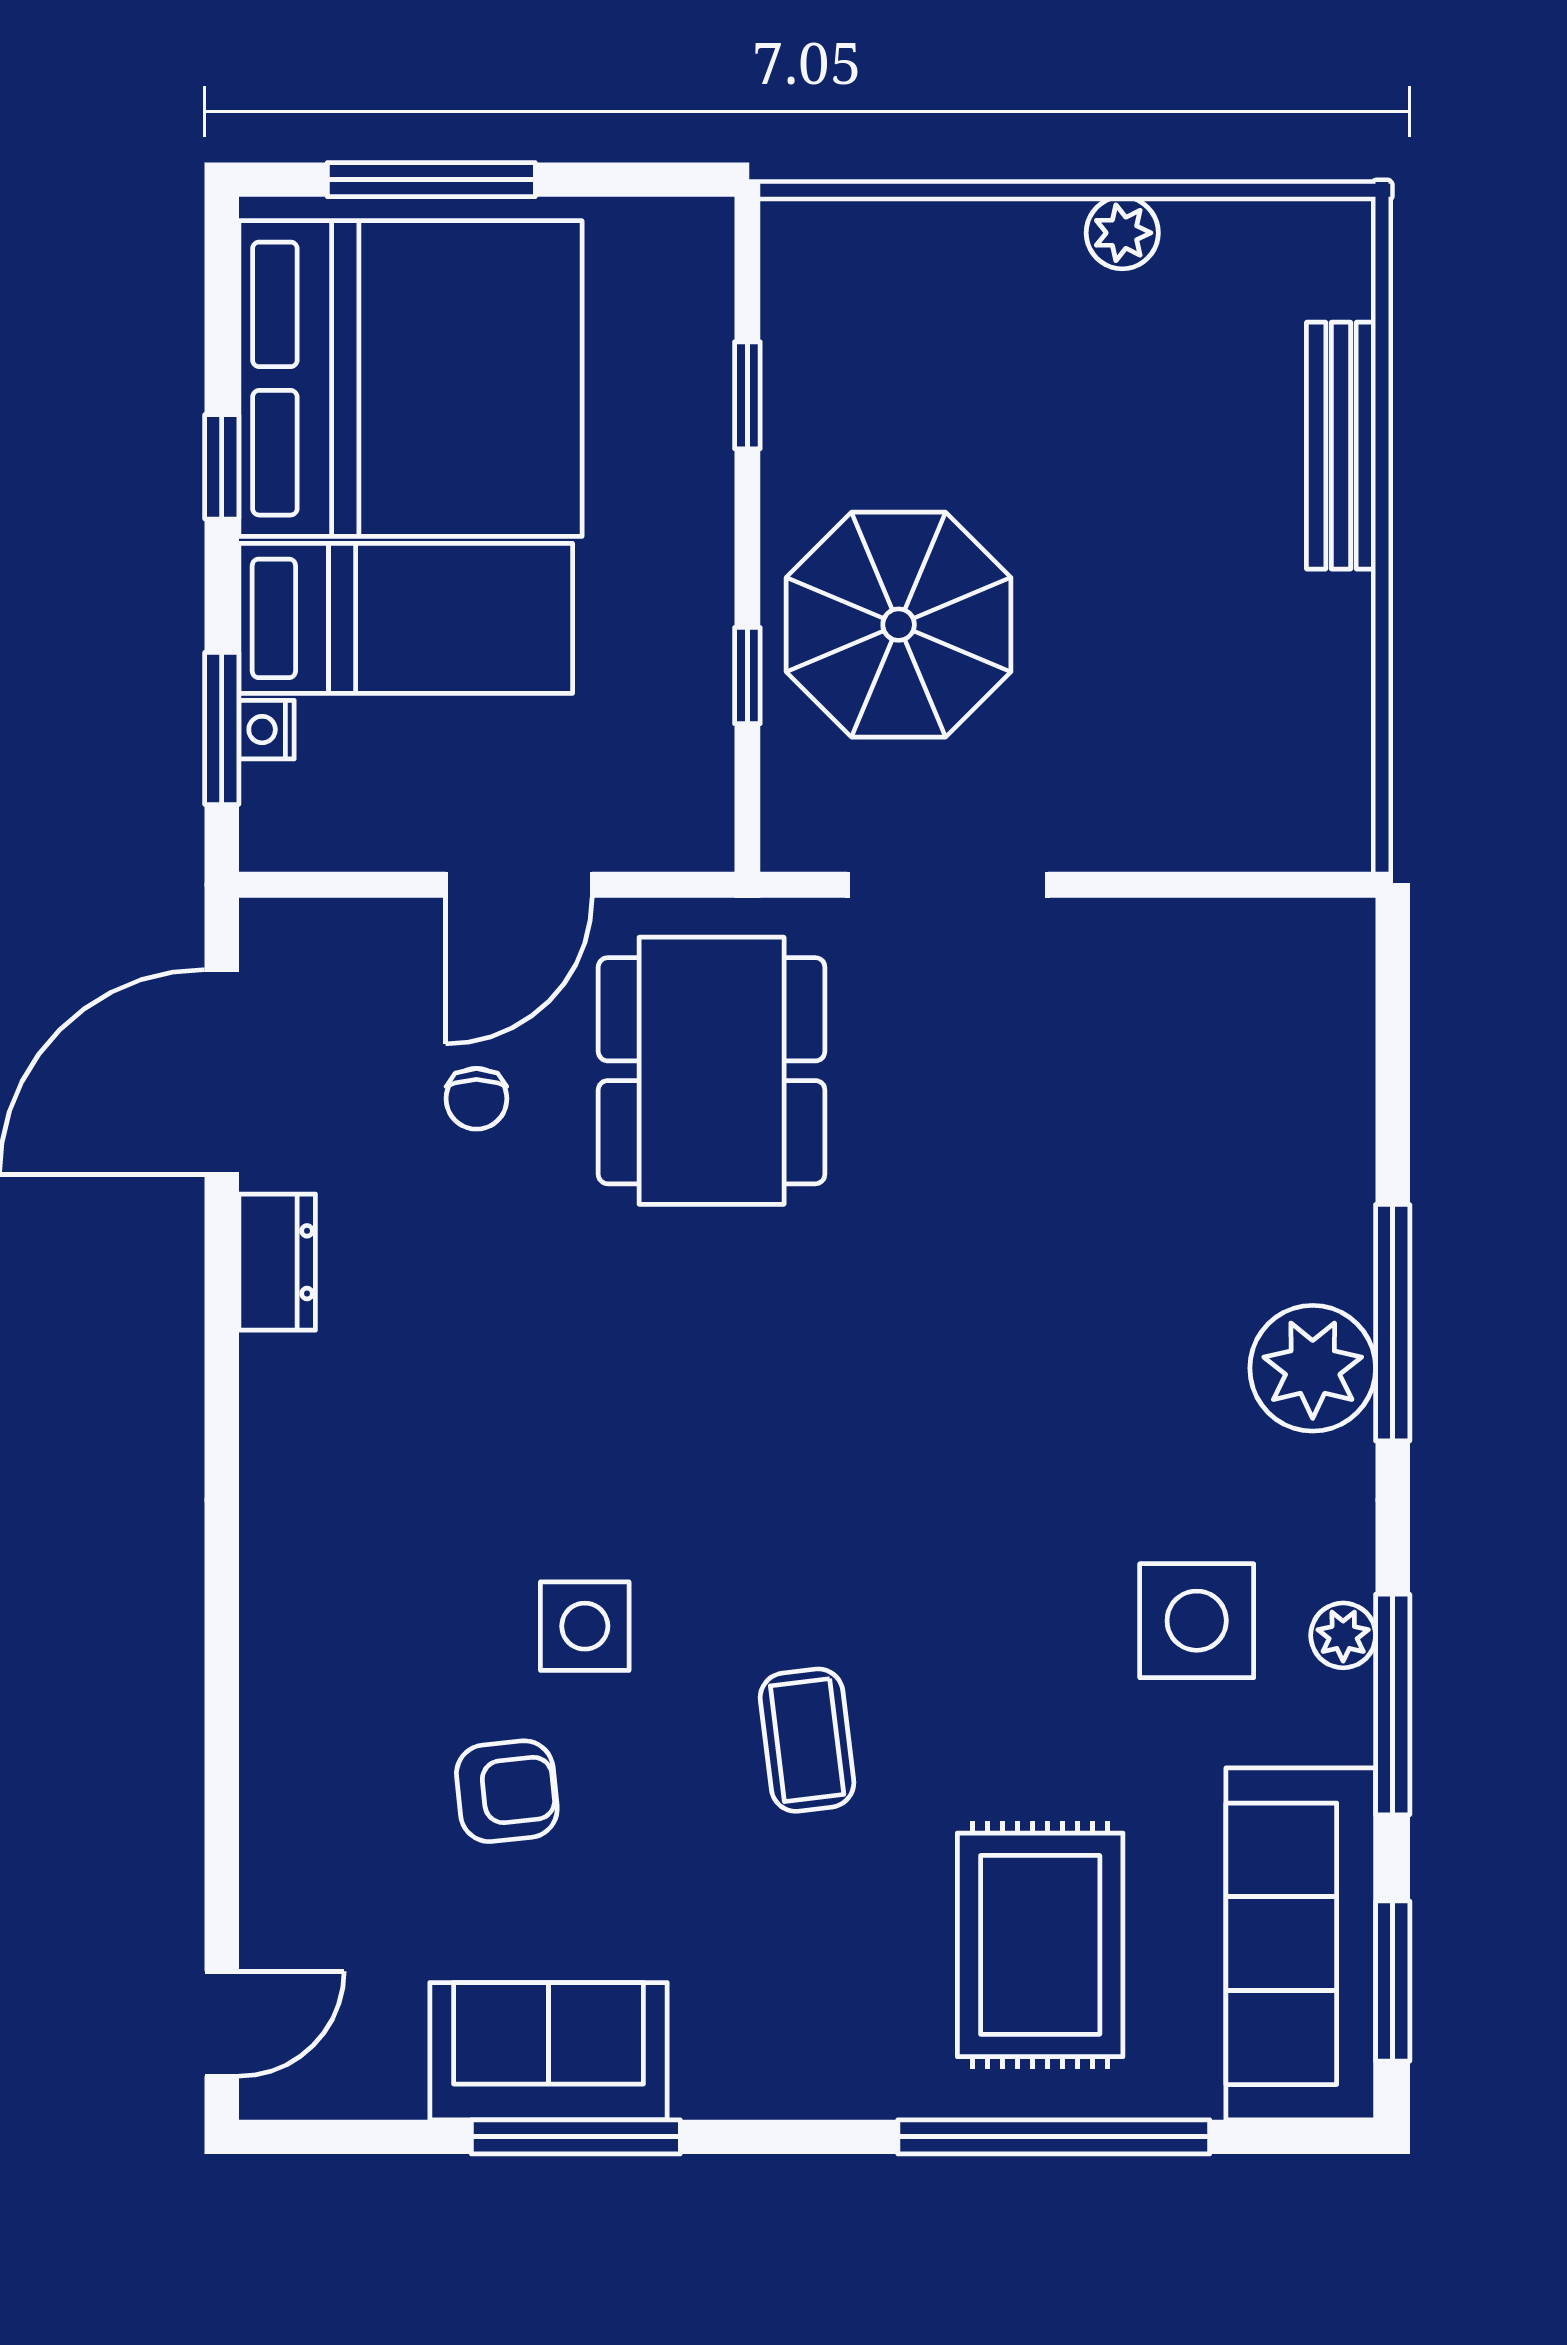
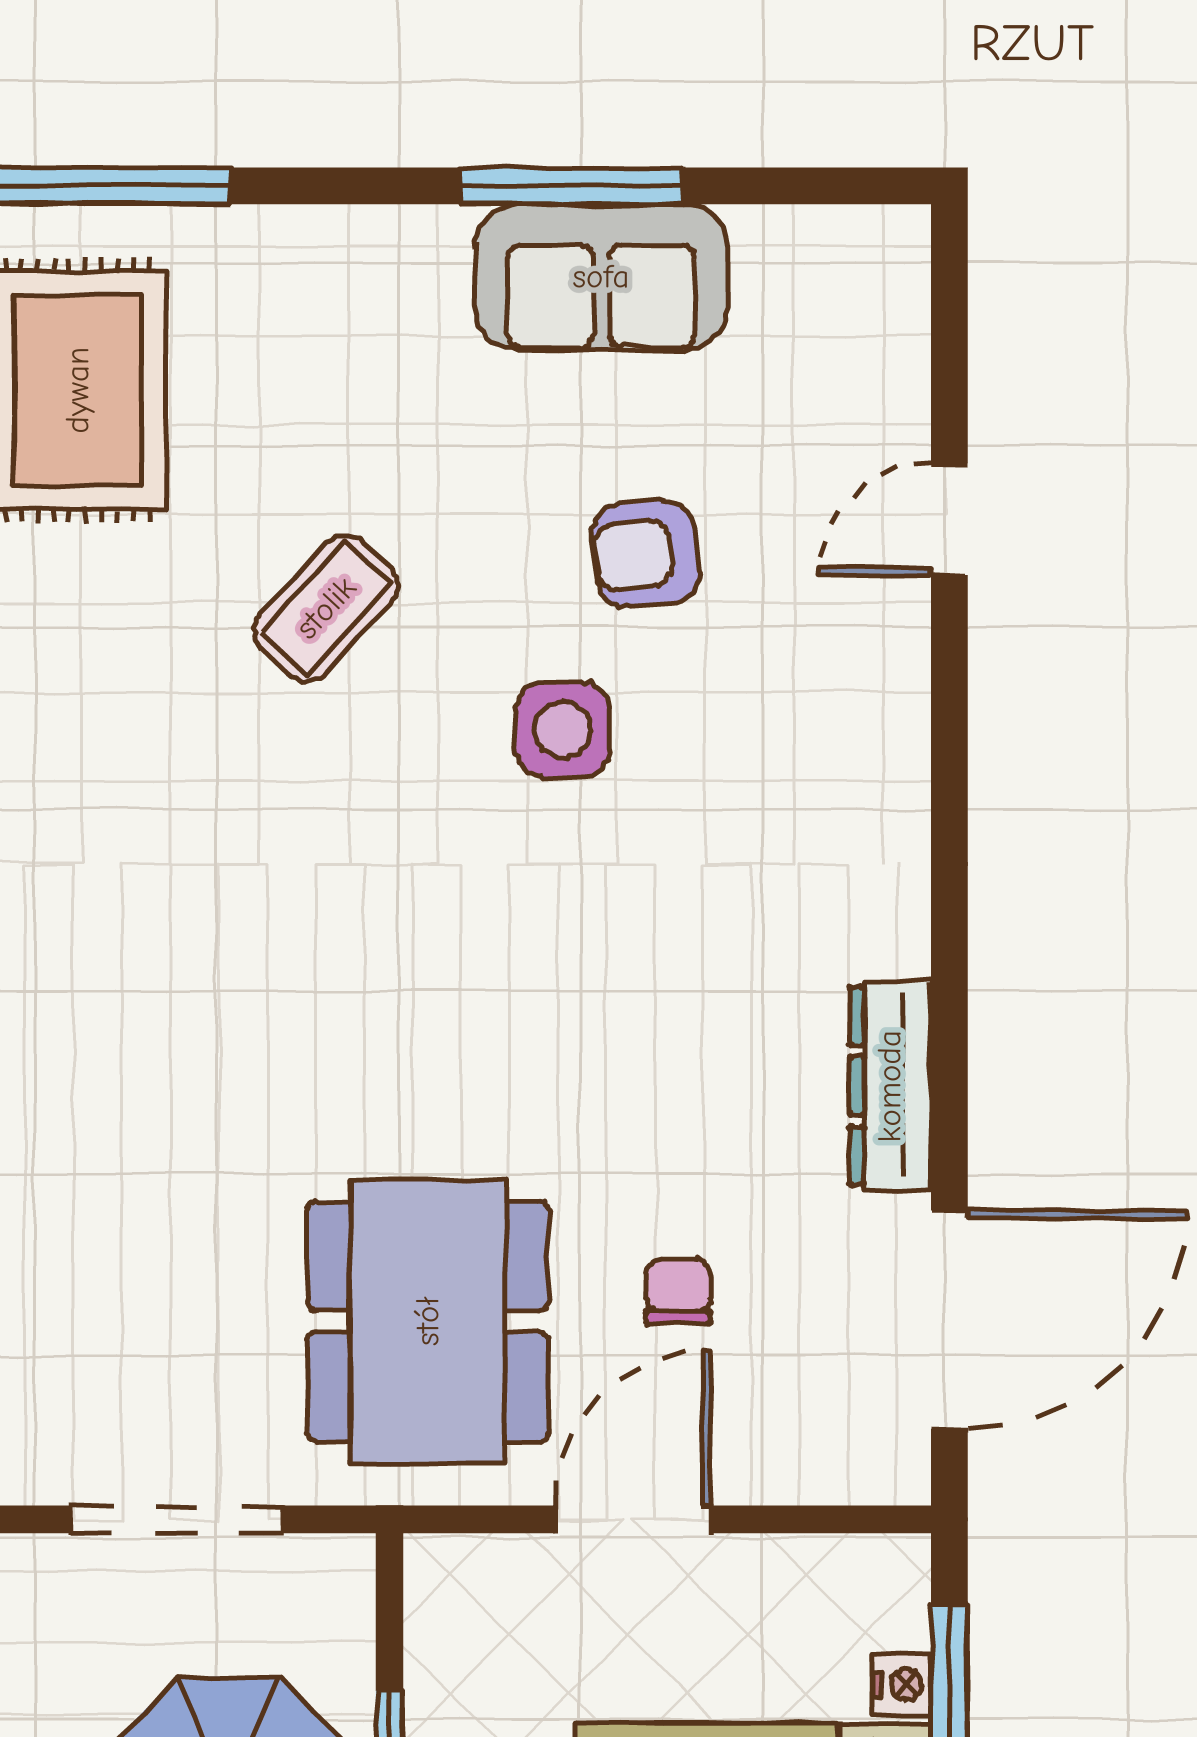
dresser: (277, 1262) -> (890, 1086), width x1.44
coffee table: (807, 1740) -> (326, 608), turned 50
door: (222, 2024) -> (949, 519), moved

